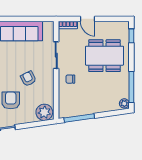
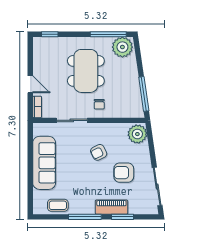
door: (88, 19) -> (30, 84), hinge flipped
dining table: (105, 56) -> (86, 71), moved
plant: (124, 103) -> (122, 47), width x1.87, depth x1.87

